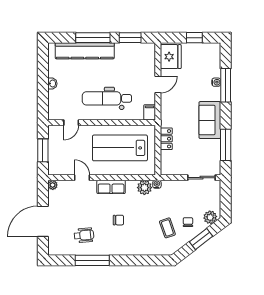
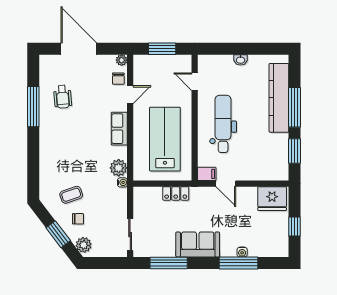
door: (158, 84) -> (226, 184), moved
chair: (118, 220) -> (118, 79), moved

